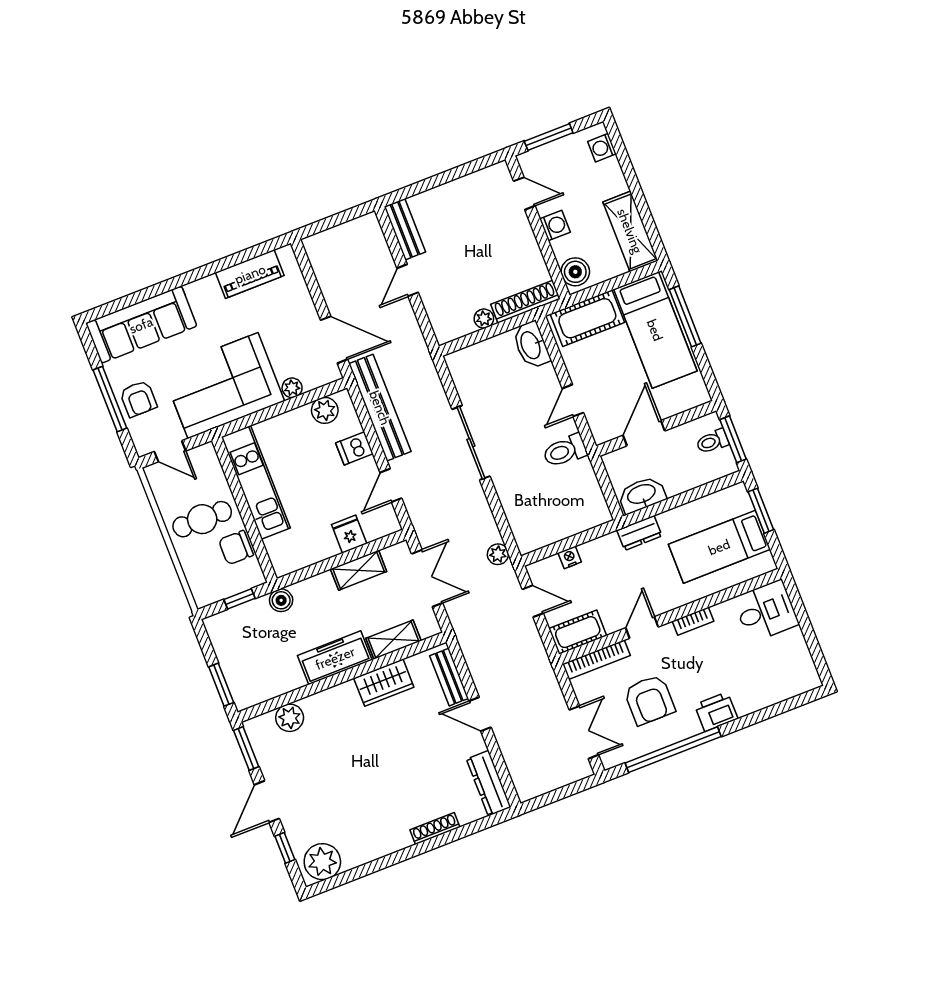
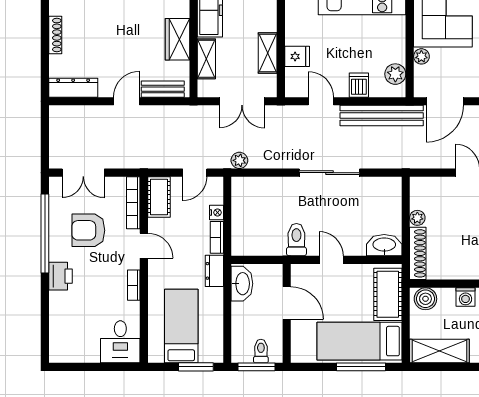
bookcase: (599, 545) -> (217, 237), added

